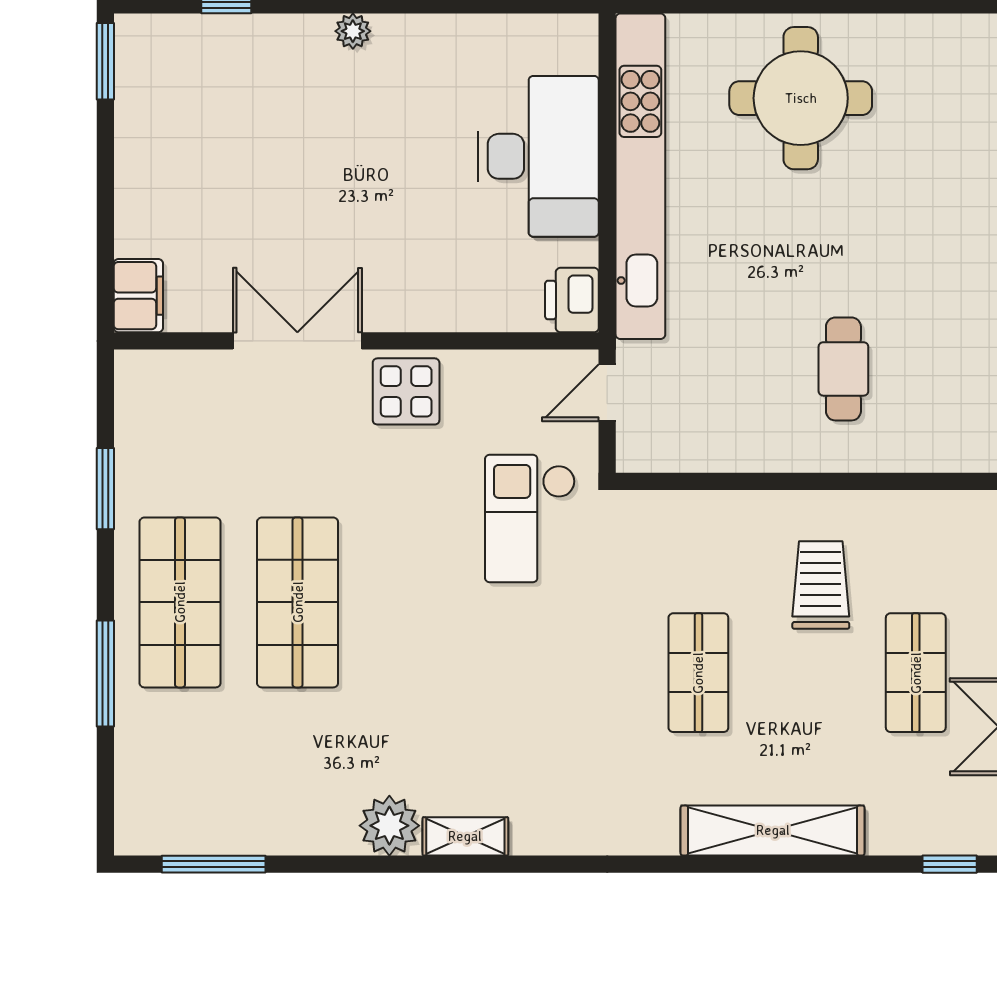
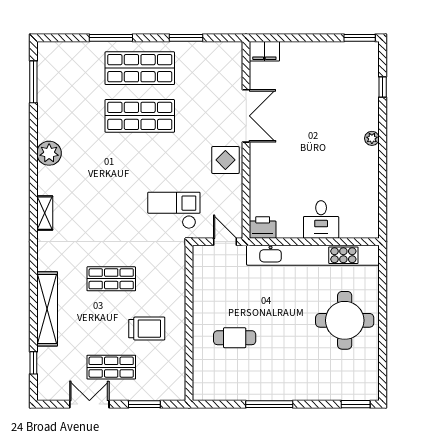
desk: (538, 156) -> (321, 219), width x0.53, depth x0.77
shelving: (465, 836) -> (45, 213), moved
window: (950, 864) -> (33, 363), moved

